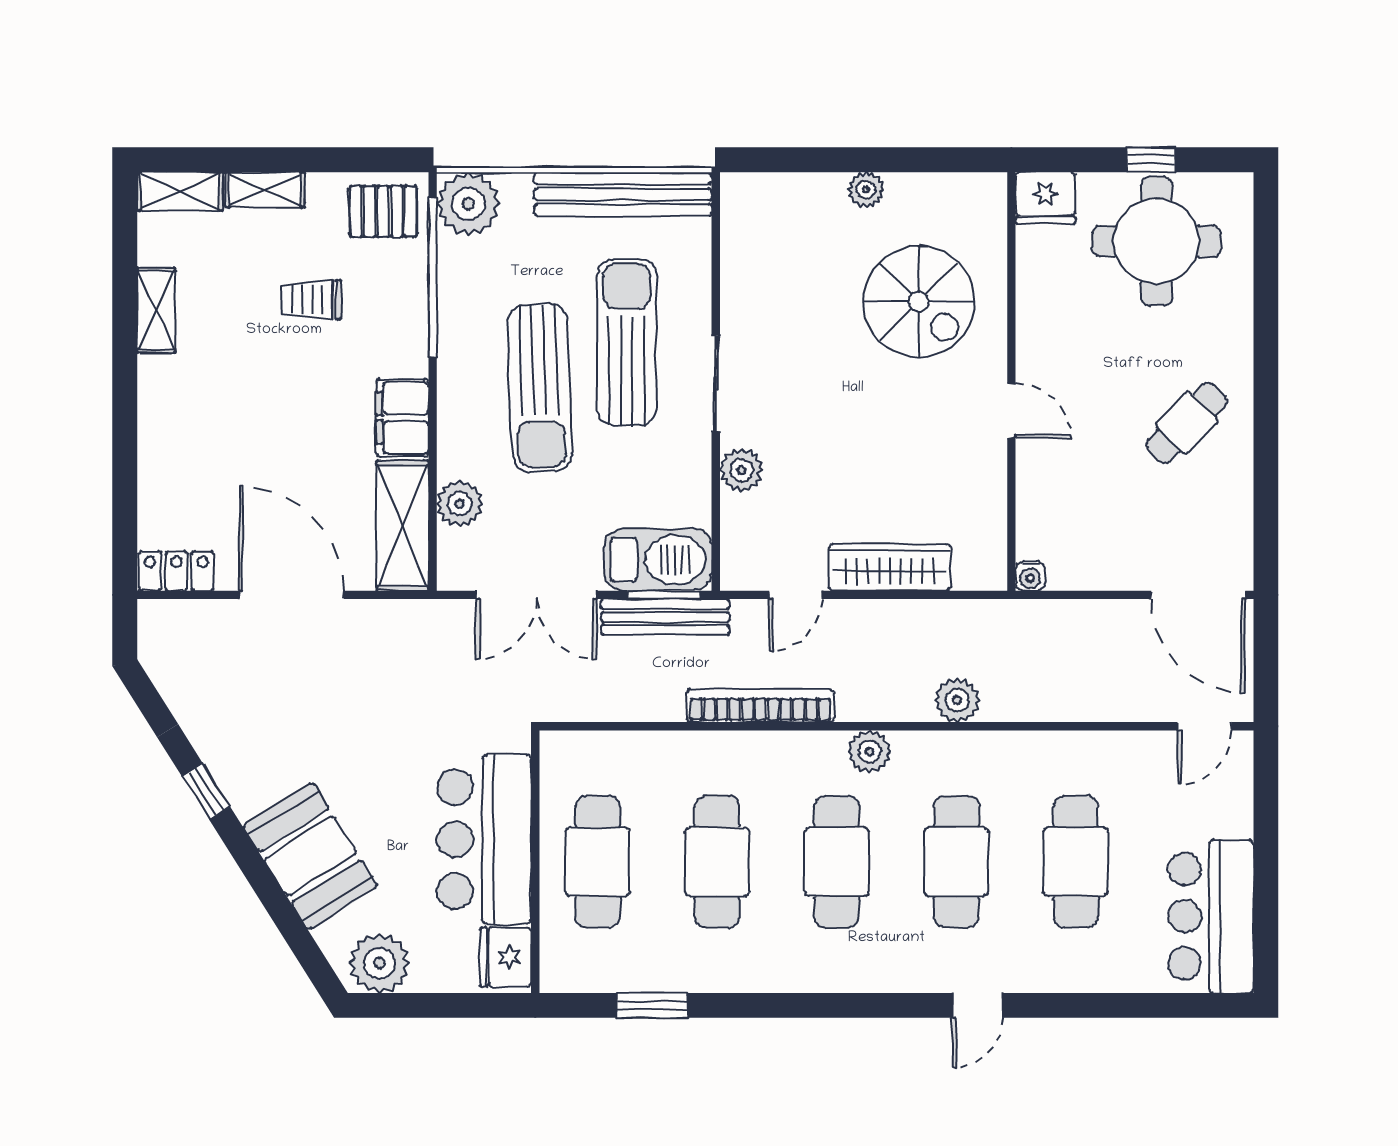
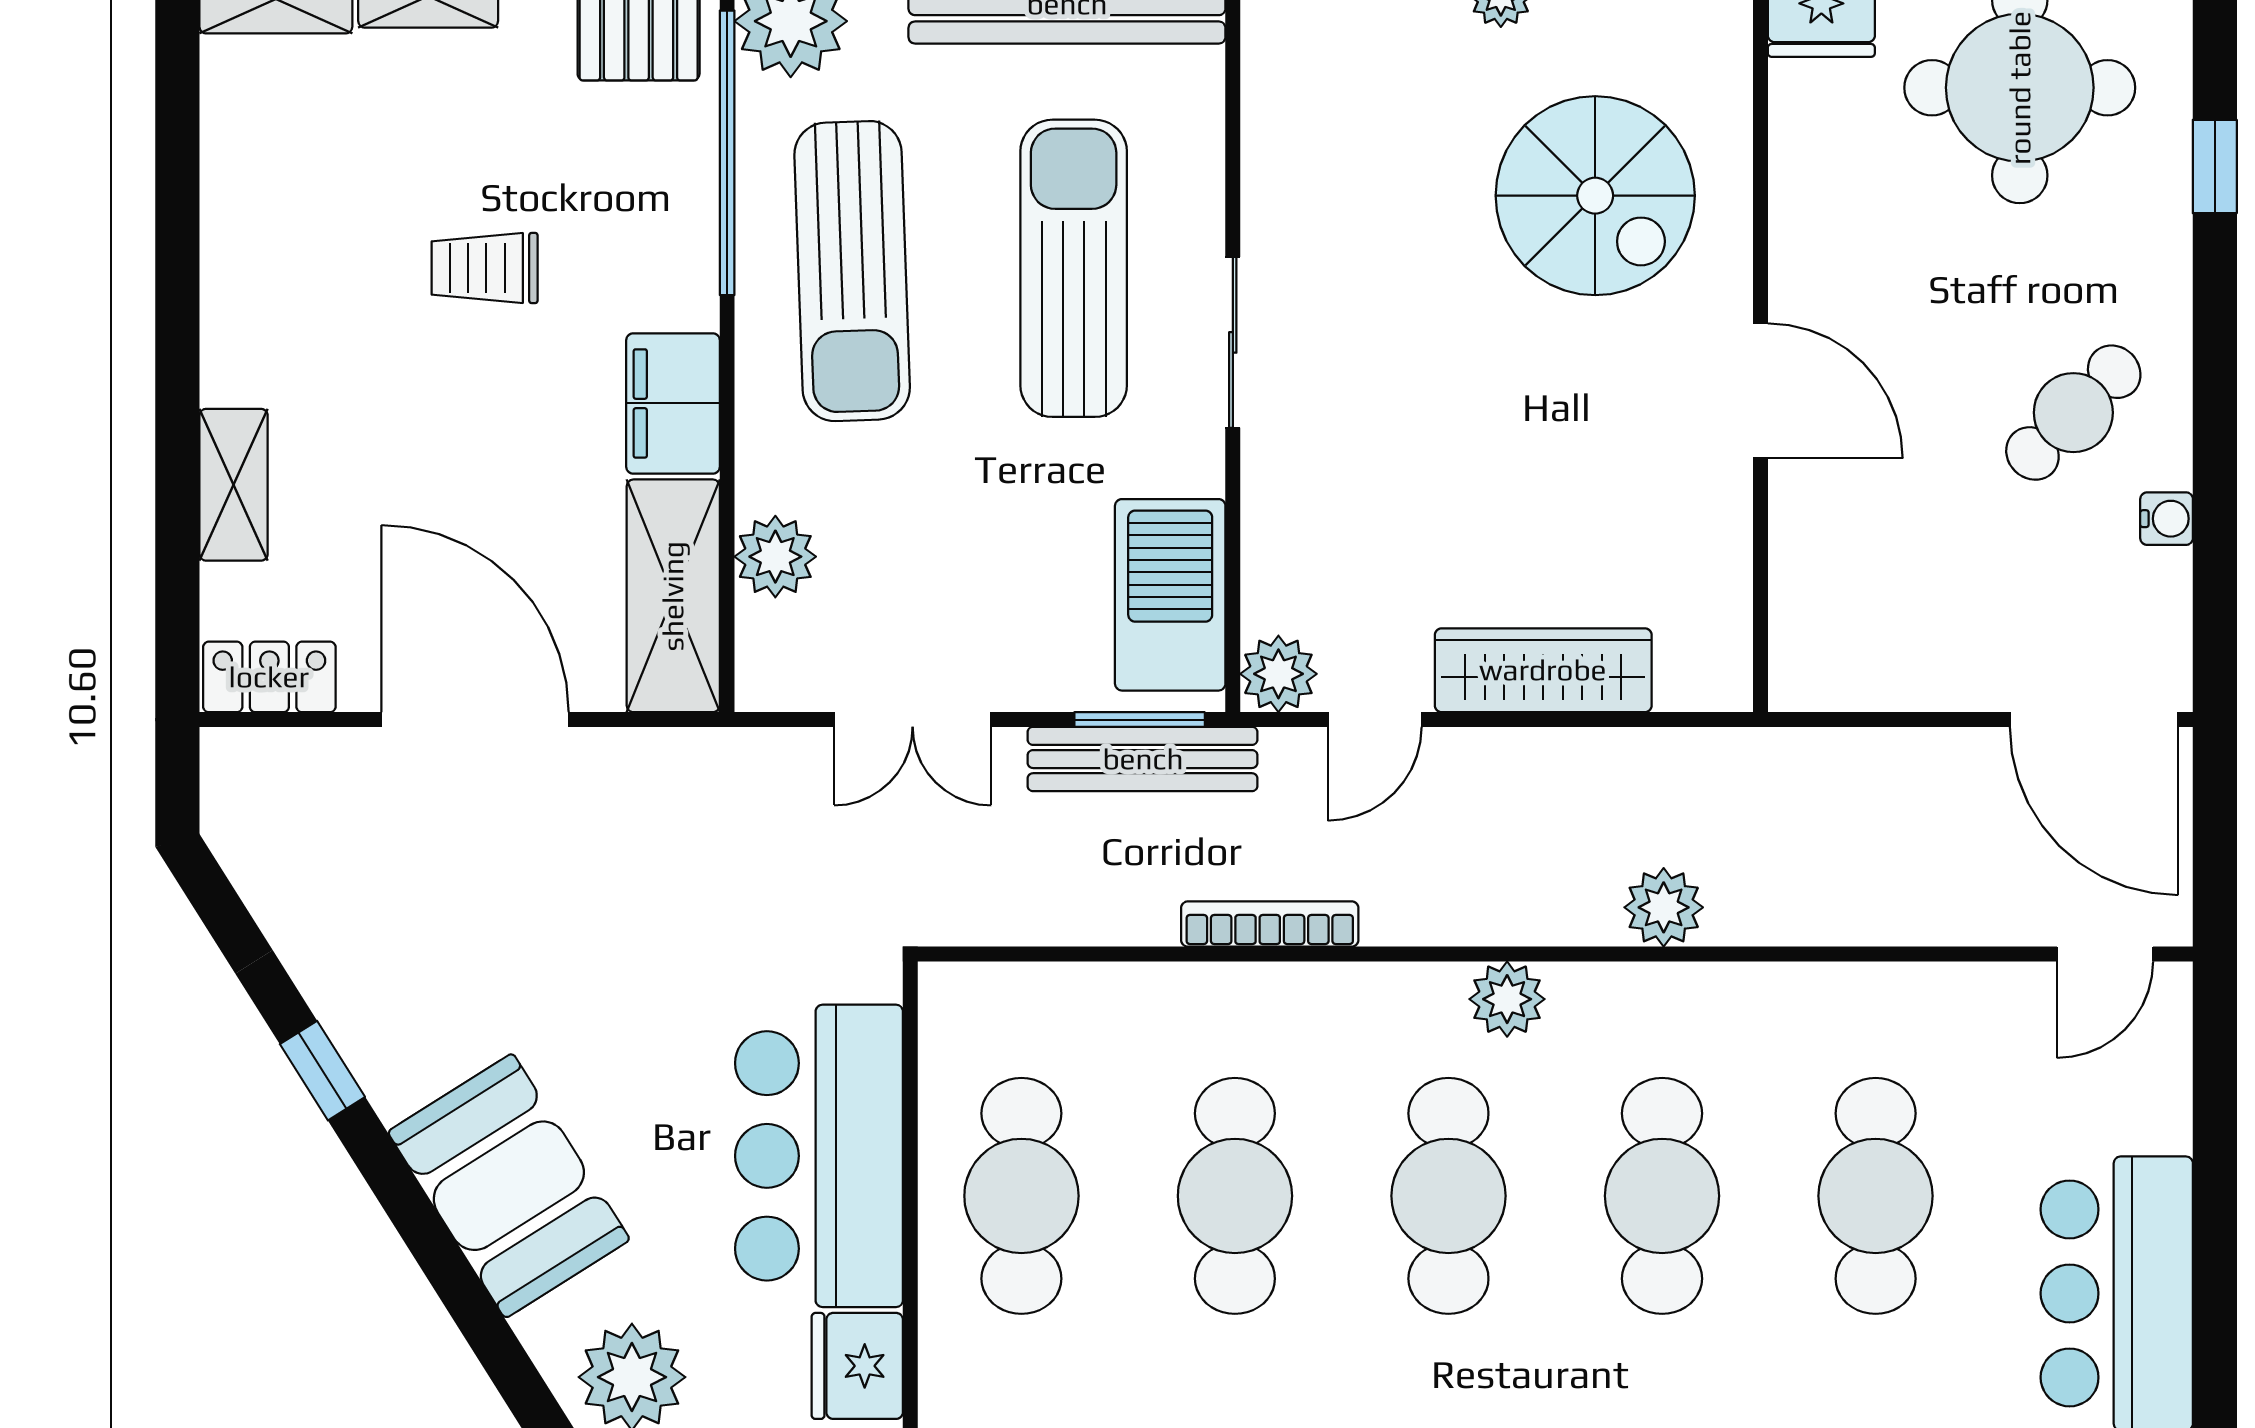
window: (1266, 285) -> (2215, 166), added
trolley: (311, 300) -> (485, 268), moved
shelving: (156, 310) -> (234, 485), moved
sun lounger: (540, 388) -> (852, 271), moved
door: (1011, 411) -> (1760, 391), width x1.38
plant: (741, 470) -> (1278, 674), moved
barbecue: (658, 560) -> (1170, 595), moved, turned -90
water cooler: (1030, 576) -> (2167, 519), moved, turned -90
double door: (537, 595) -> (913, 720), width x0.73
bookcase: (760, 705) -> (1270, 924), width x0.68, depth x0.76

